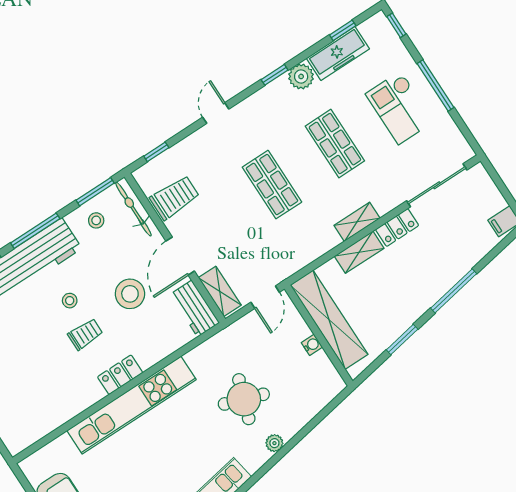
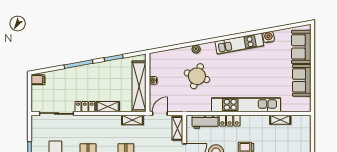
shelving: (357, 222) -> (132, 120), moved
workbench: (195, 309) -> (205, 122), moved, turned 90
locker: (120, 375) -> (230, 121), moved
shelving: (58, 417) -> (280, 120), added

